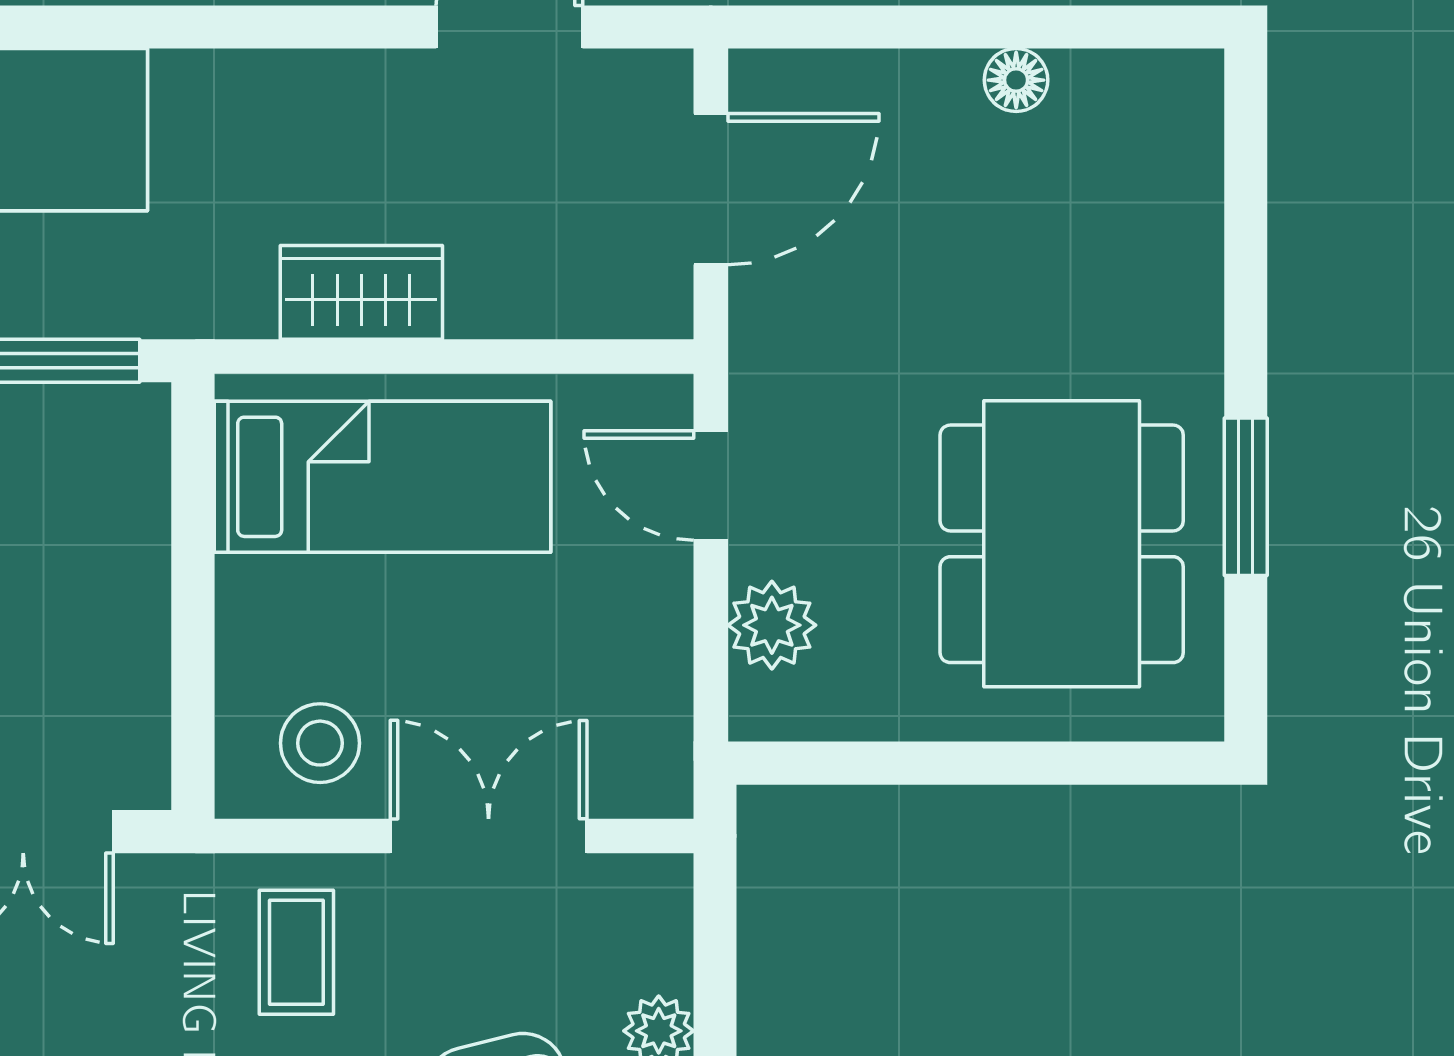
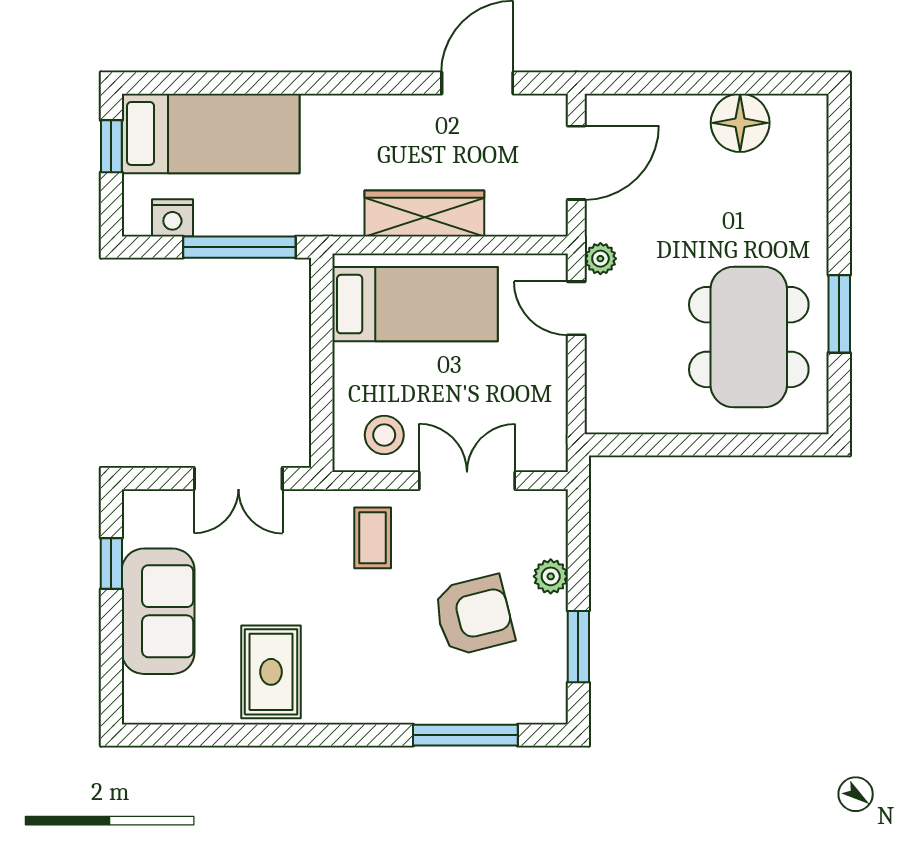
floor lamp: (1016, 80) -> (740, 123), width x1.89, depth x1.89
wardrobe: (361, 292) -> (424, 213), width x1.50
plant: (772, 625) -> (600, 259), moved, width x0.73, depth x0.73

